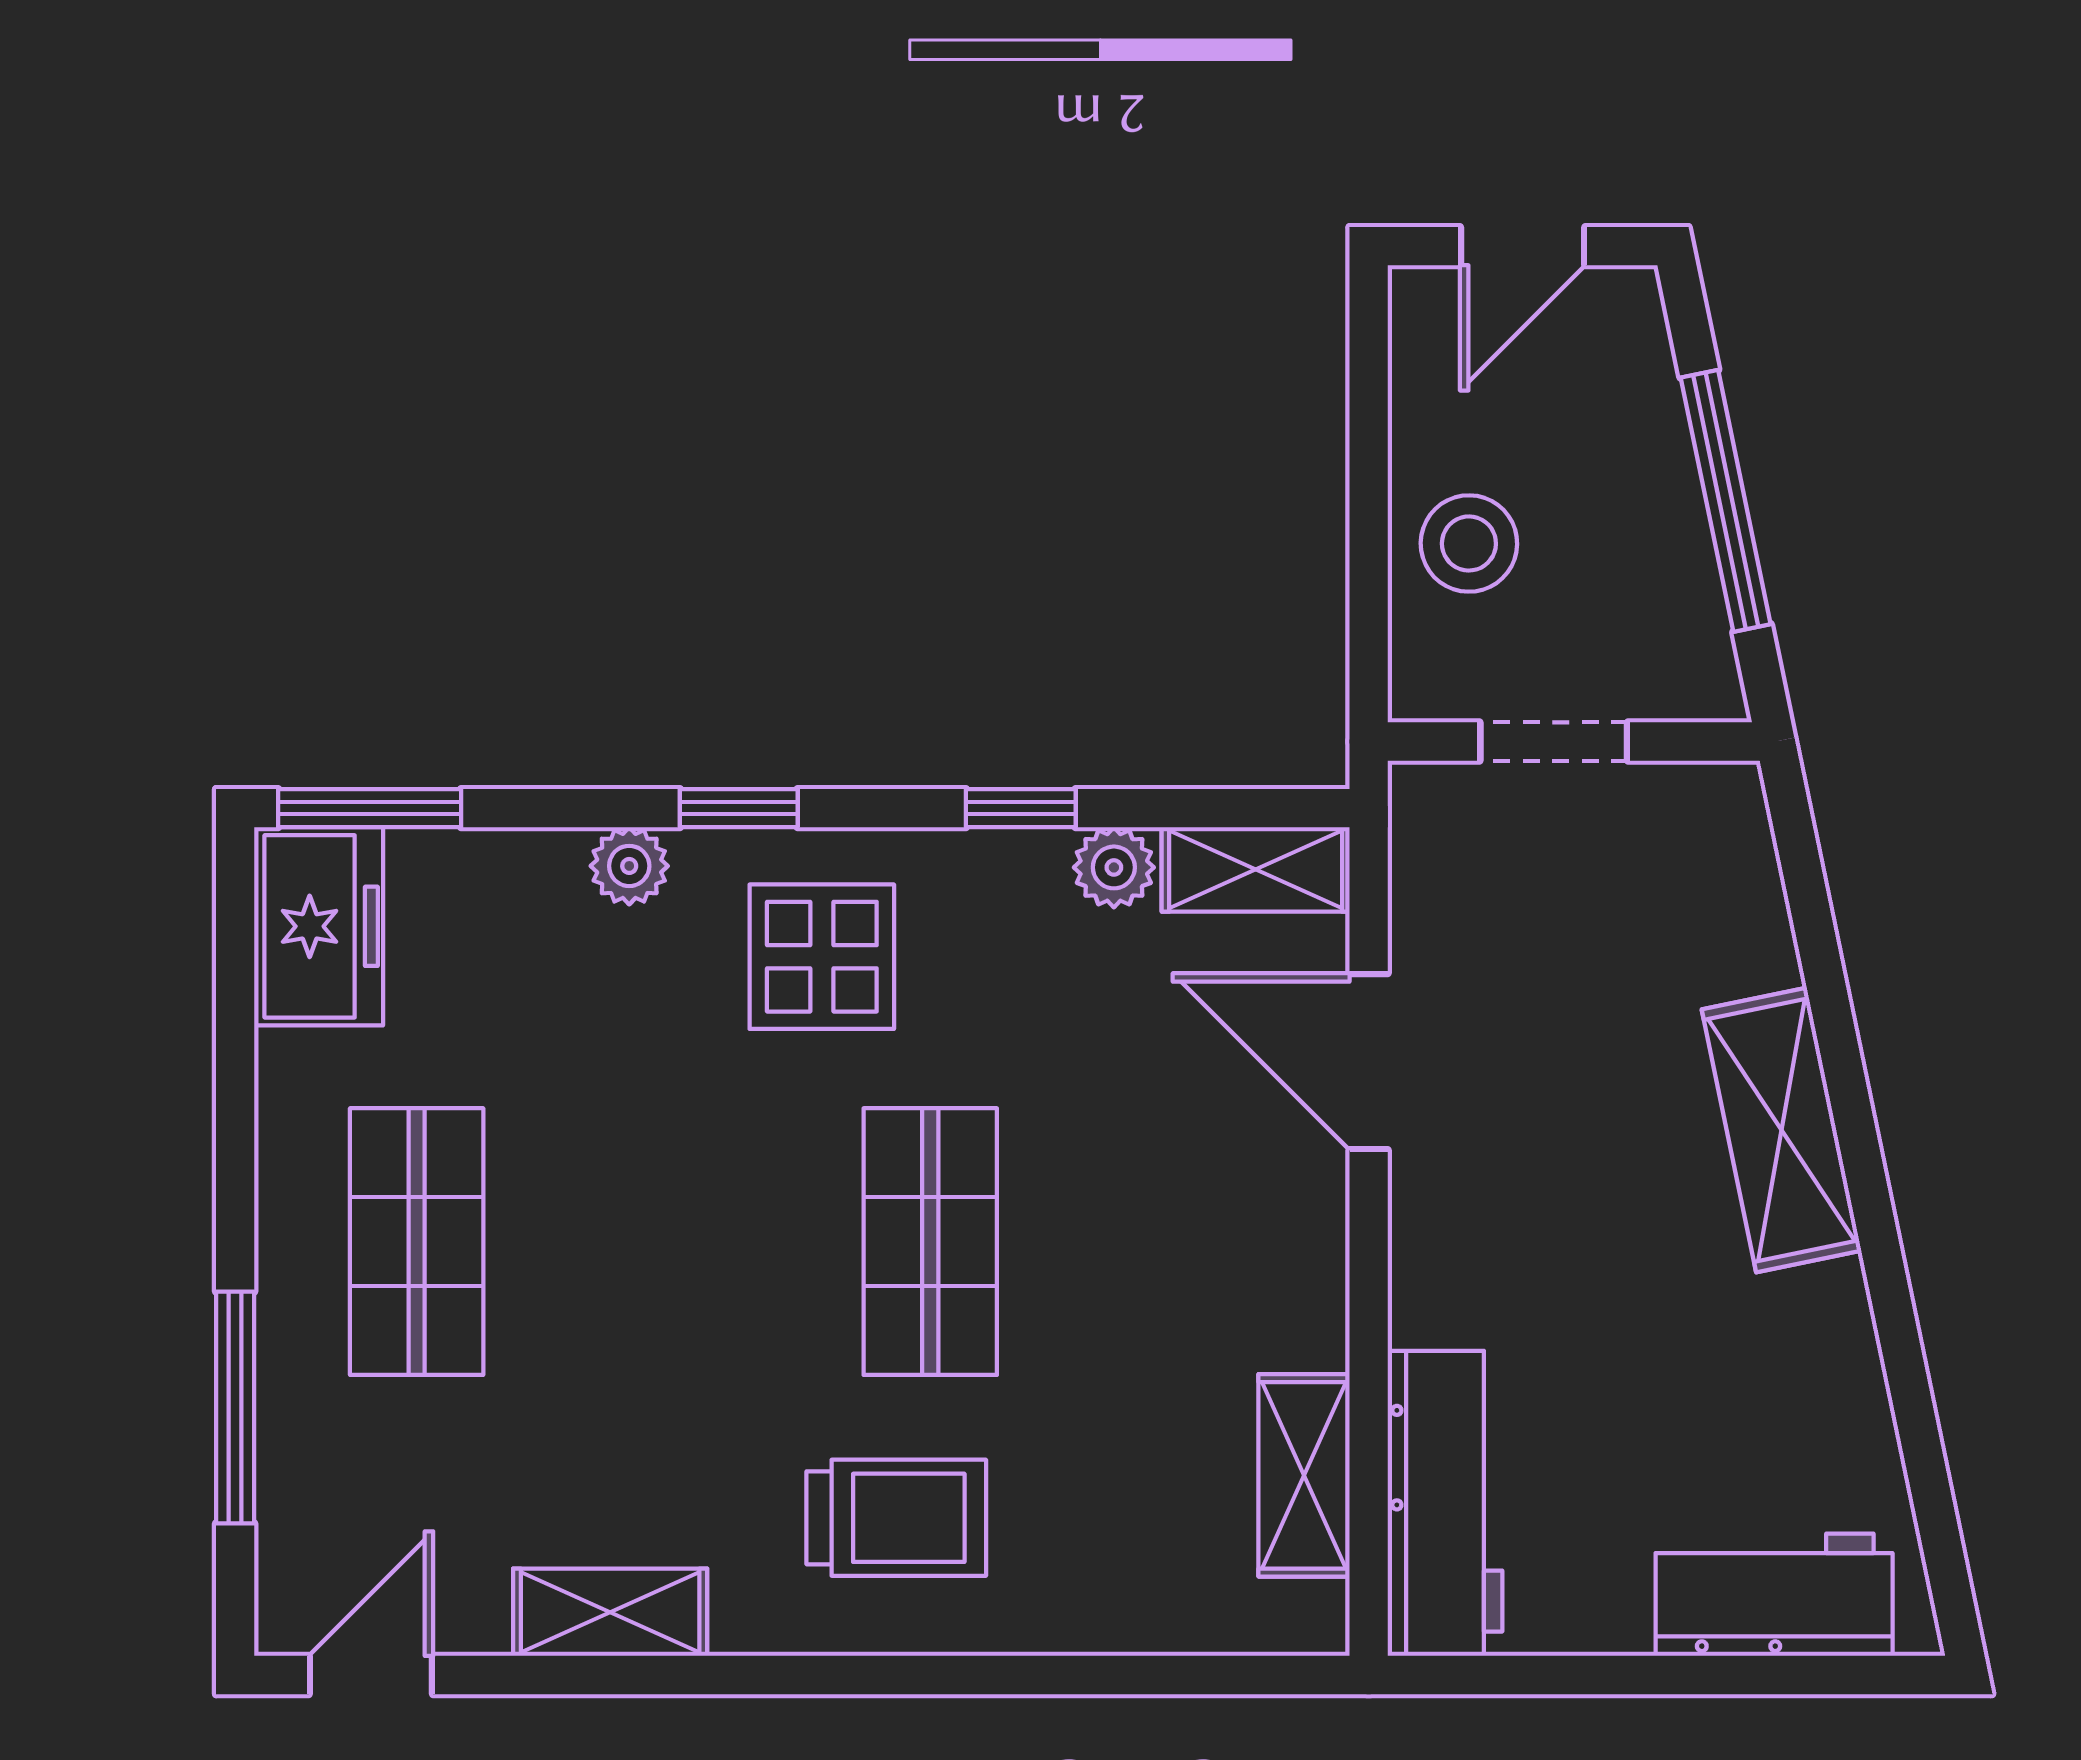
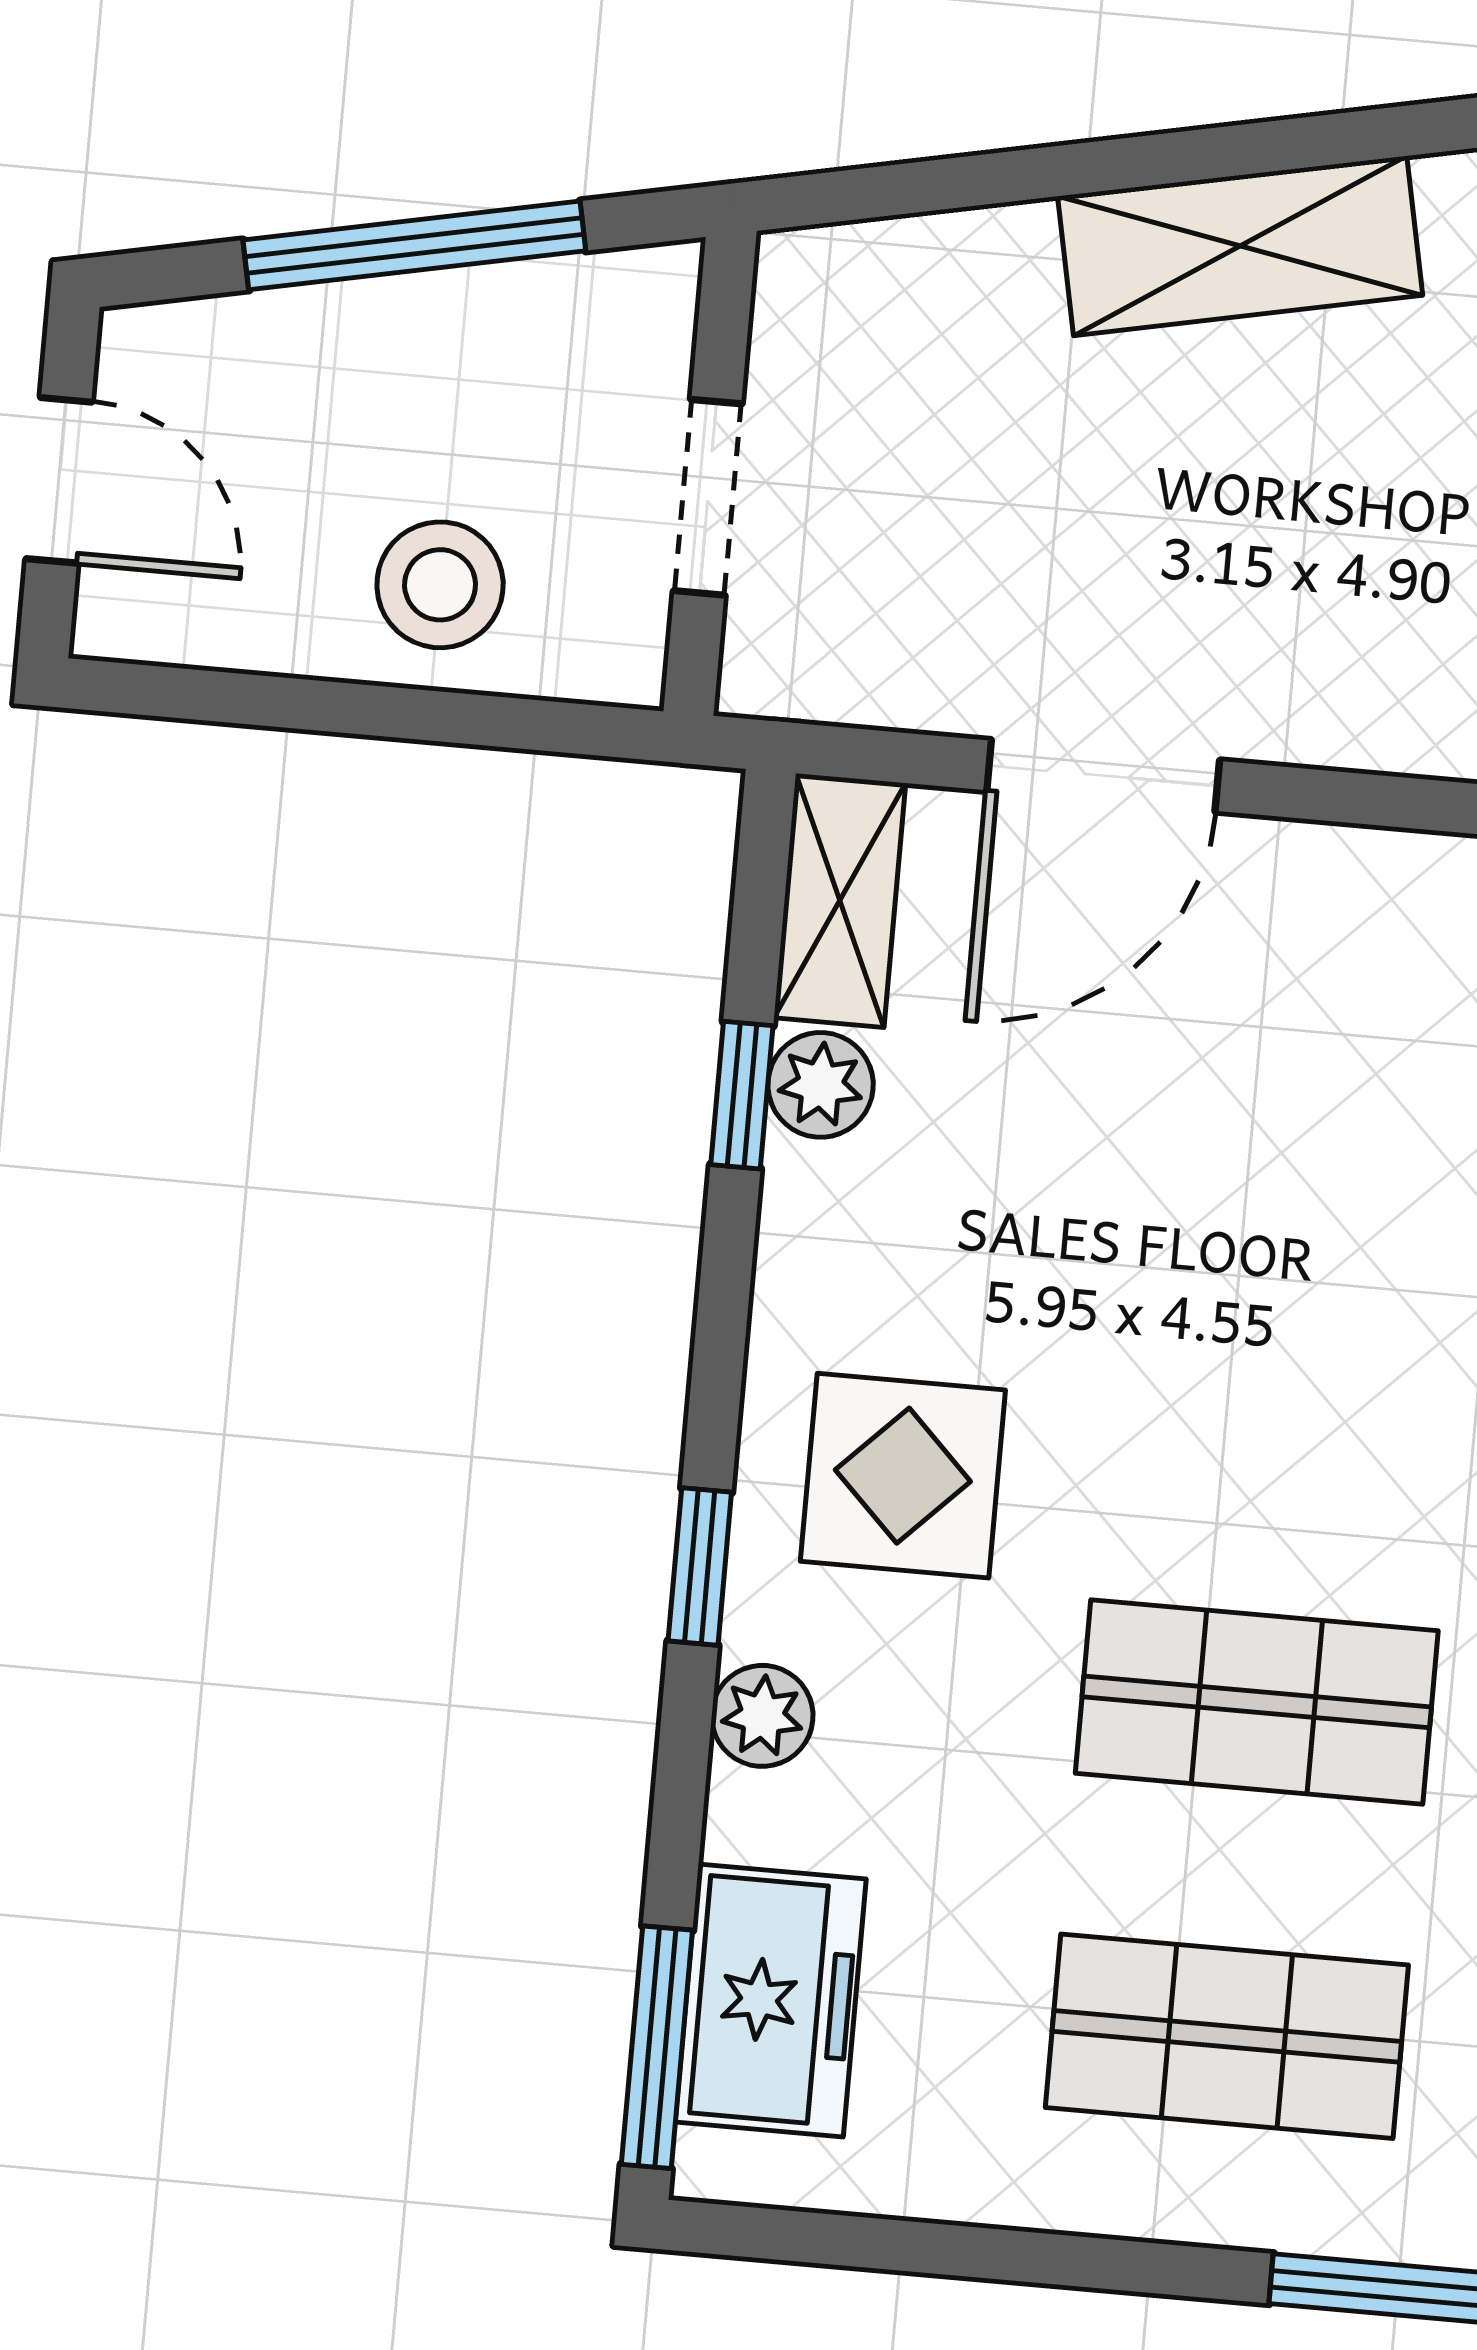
window: (1021, 808) -> (742, 1095), moved
freezer: (319, 926) -> (771, 2000), moved, turned 90
shop shelf: (930, 1242) -> (1257, 1702), moved

